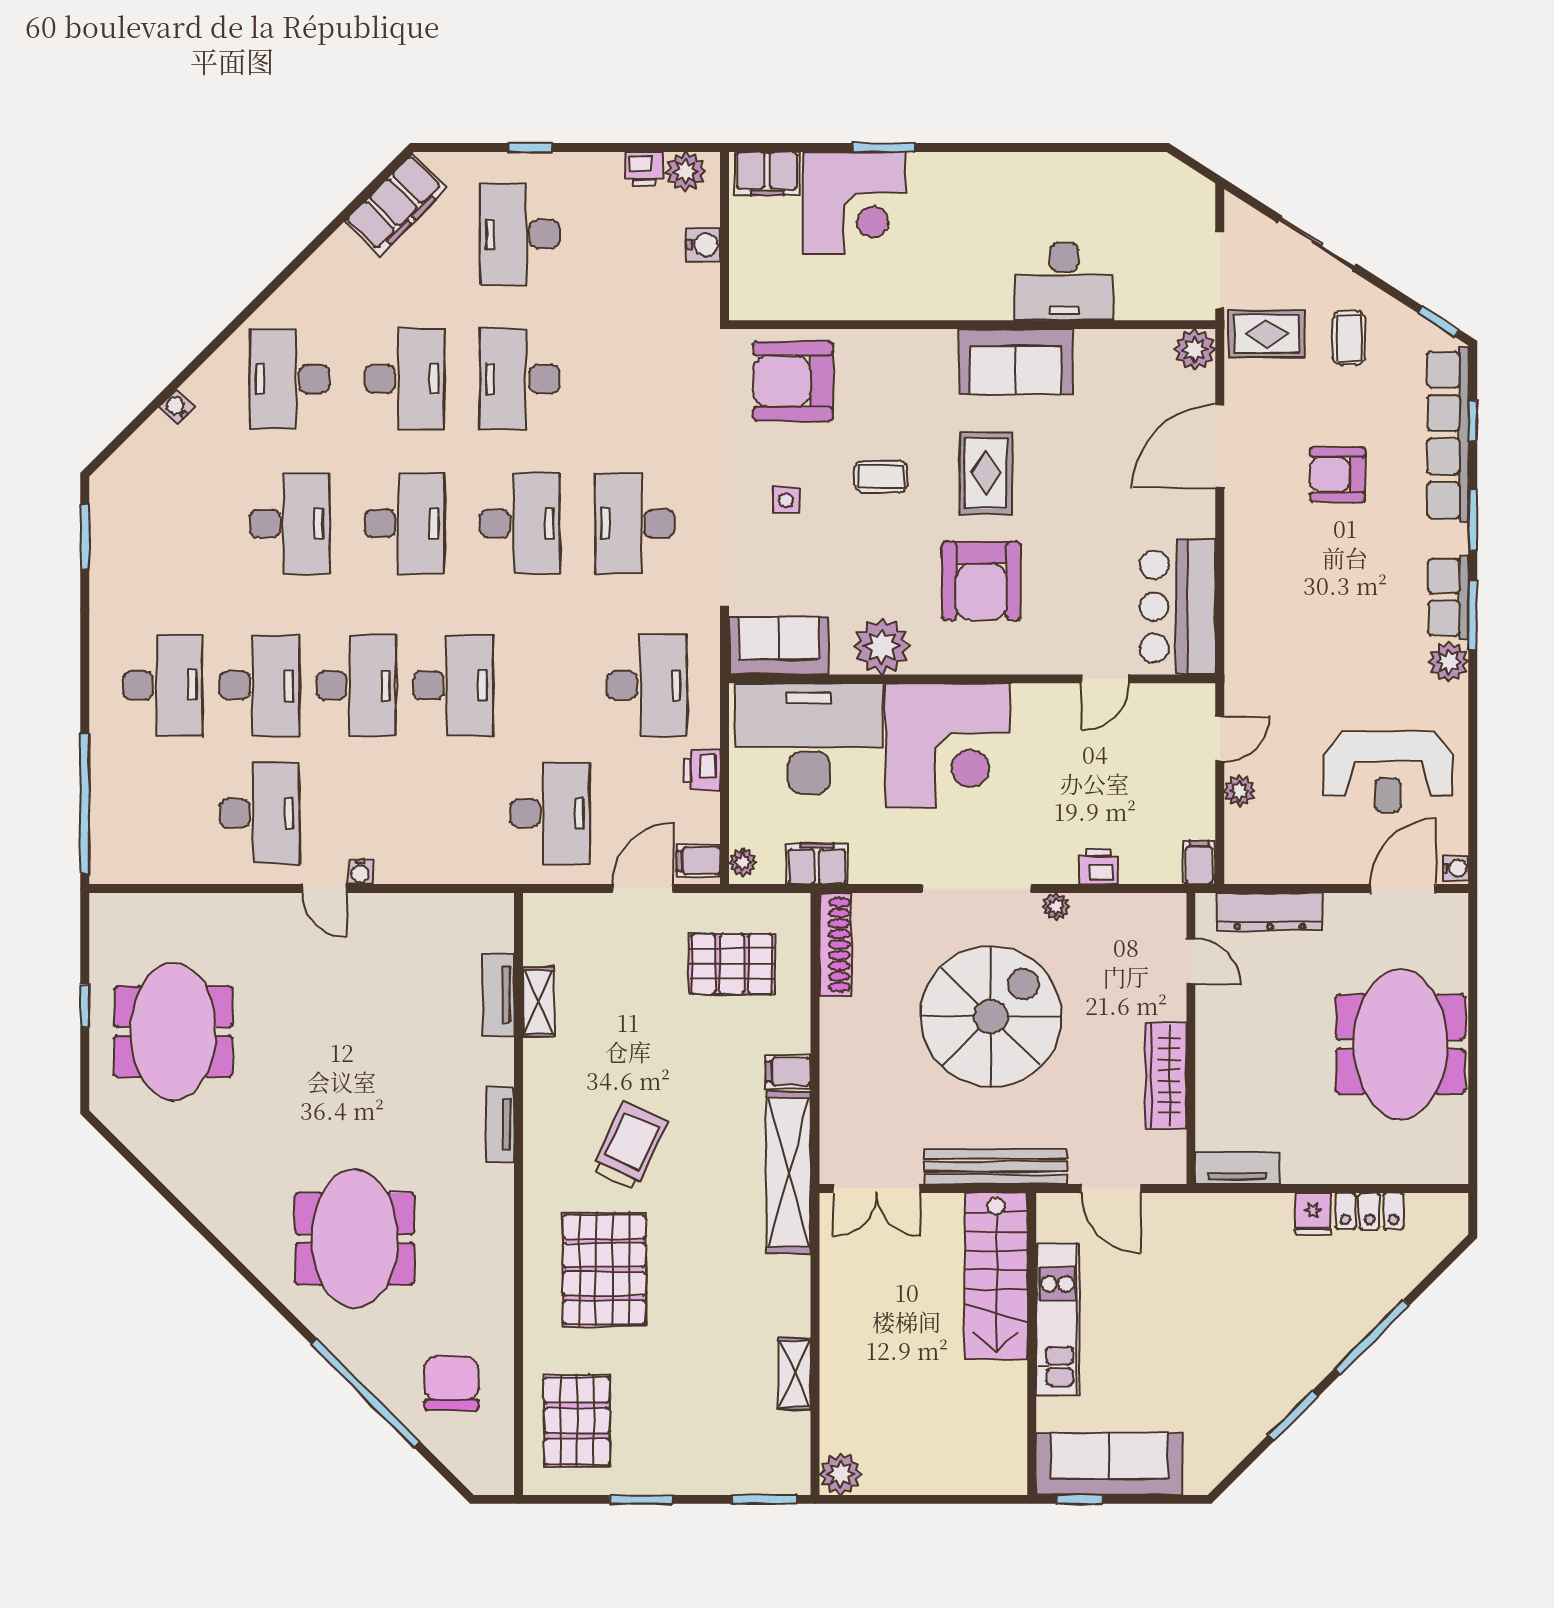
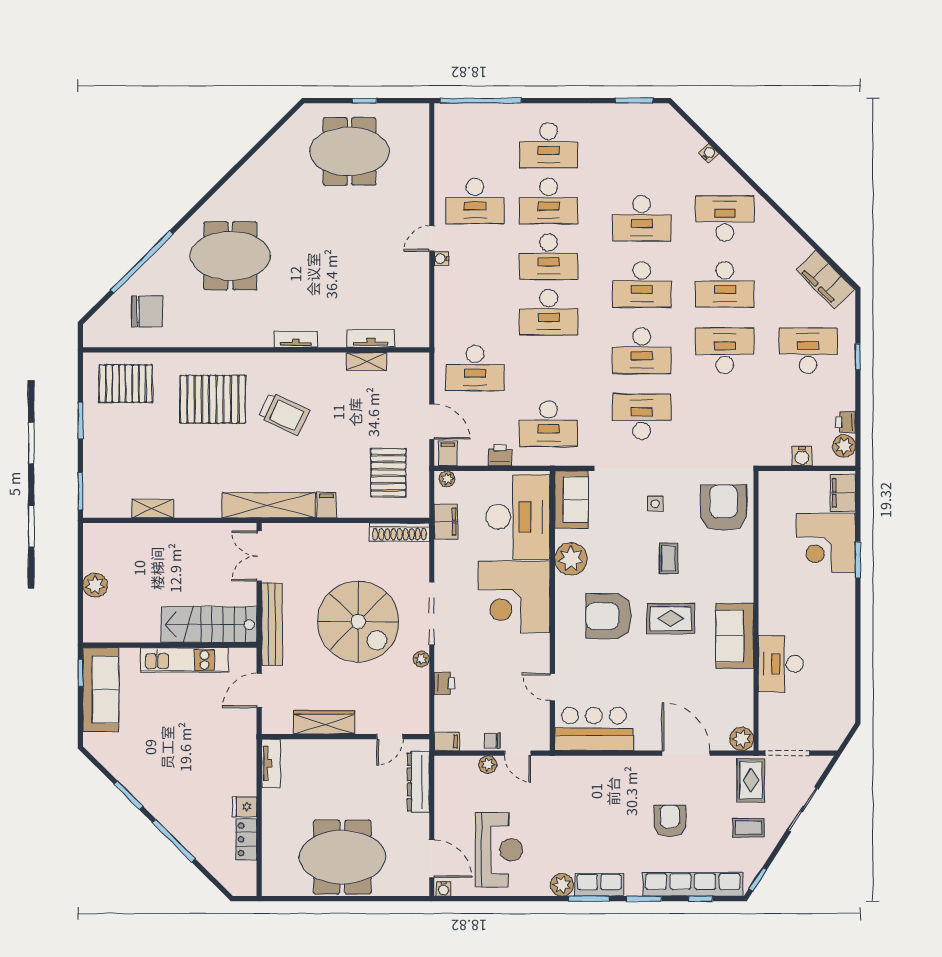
reception desk: (1388, 772) -> (499, 850), turned 180
chair: (1198, 783) -> (492, 741), added
plant: (840, 1474) -> (95, 585), moved

